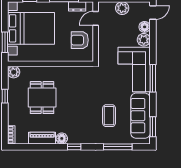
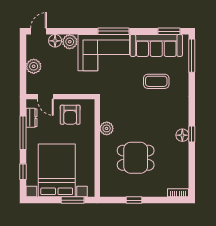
door: (153, 12) -> (39, 31), hinge flipped
plant: (14, 72) -> (107, 128), moved
piano: (42, 138) -> (182, 158), removed
window: (74, 147) -> (192, 134), moved
window: (118, 147) -> (192, 56), moved

